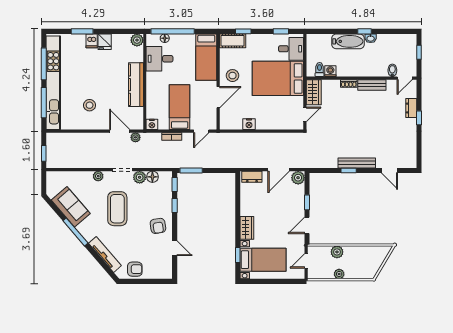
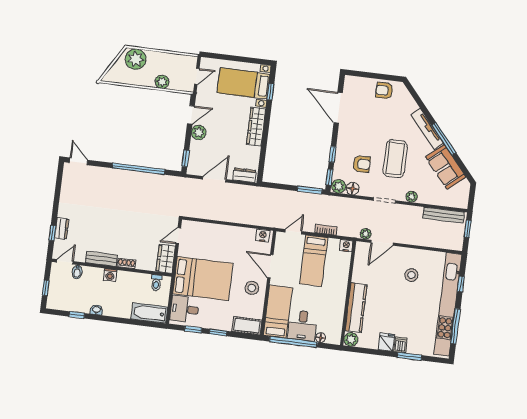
window: (173, 31) -> (293, 342), moved
window: (243, 31) -> (218, 333), moved
window: (364, 31) -> (77, 315), moved
bathtub: (348, 41) -> (149, 313), moved
desk: (159, 59) -> (302, 326), moved, turned 90
washing machine: (330, 71) -> (110, 275), moved
kitchen counter: (136, 85) -> (356, 308), moved
door: (218, 97) -> (270, 266), hinge flipped
window: (44, 103) -> (461, 284), width x0.46
window: (419, 118) -> (52, 233), moved
nightstand: (249, 124) -> (263, 236), moved
door: (120, 131) -> (382, 243), hinge flipped
bench: (357, 163) -> (444, 215), moved
window: (349, 171) -> (138, 169), width x3.17
door: (389, 171) -> (79, 161), moved
plant: (140, 177) -> (339, 186), moved
plant: (298, 178) -> (199, 132), moved
window: (307, 202) -> (186, 158), moved
armchair: (158, 226) -> (362, 164), moved, turned 99
wardrobe: (247, 228) -> (256, 127), width x1.50
door: (175, 248) -> (338, 108), width x1.87
tv unit: (105, 254) -> (427, 129), moved
plant: (339, 274) -> (136, 59), moved, width x1.87, depth x1.87

